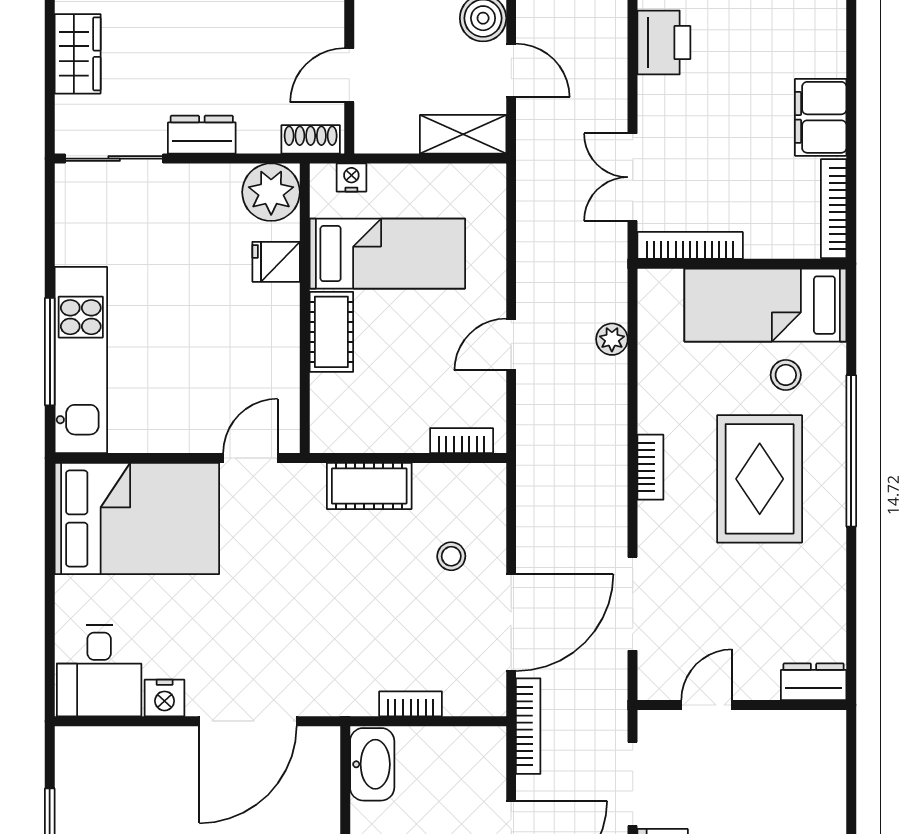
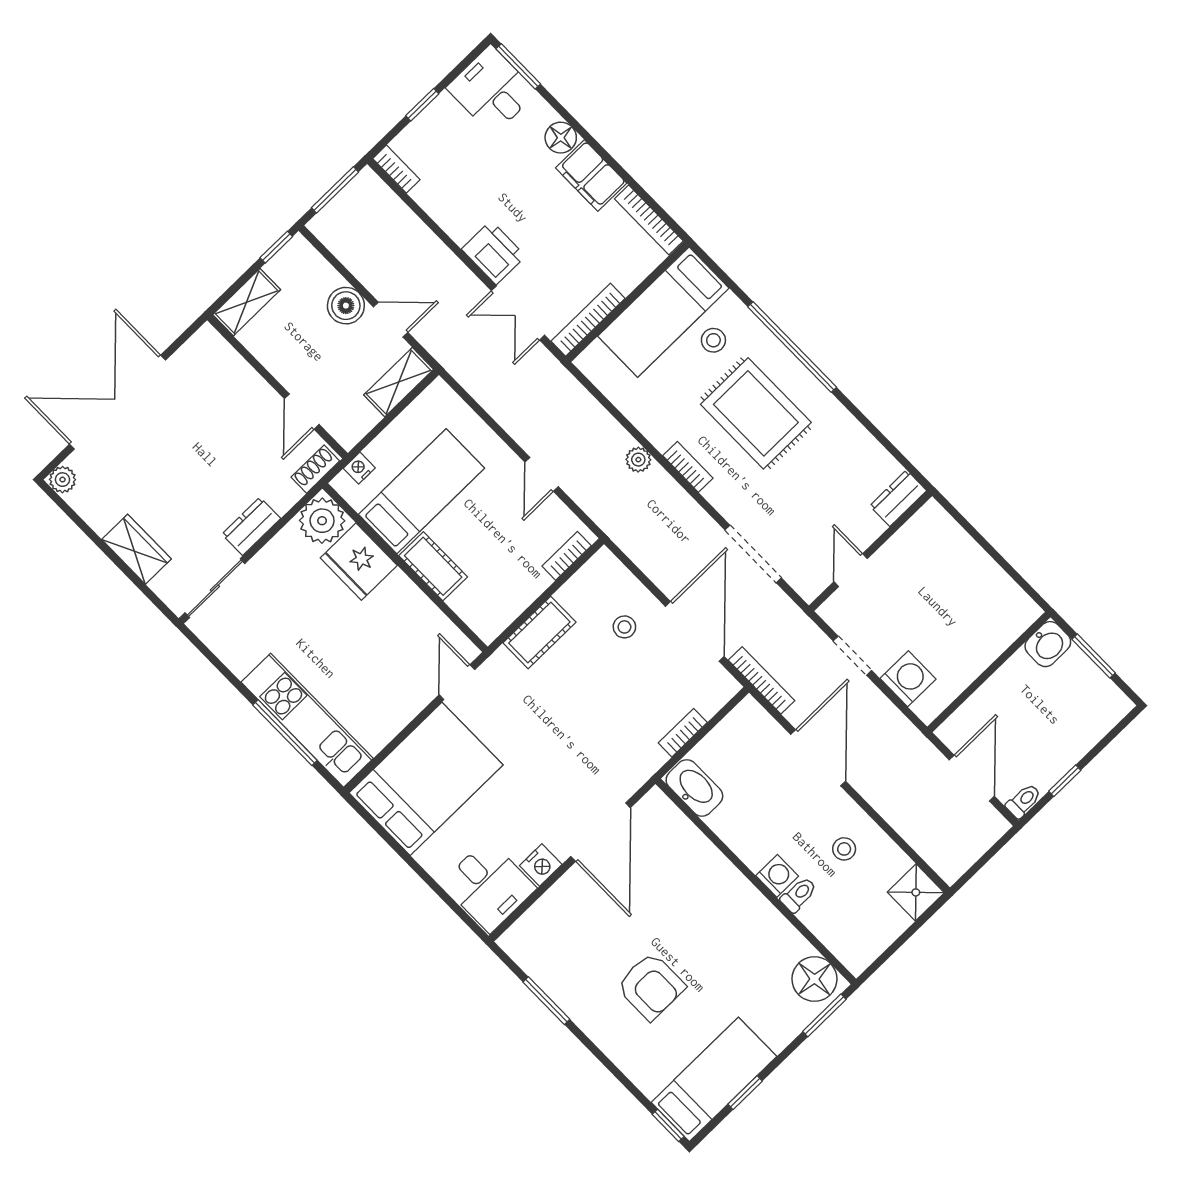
printer: (664, 43) -> (494, 253), moved
floor lamp: (827, 56) -> (561, 138), added
fridge: (276, 262) -> (359, 562), width x1.88, depth x1.34
plant: (612, 339) -> (638, 460), moved
doorway: (633, 784) -> (852, 656), width x0.73

